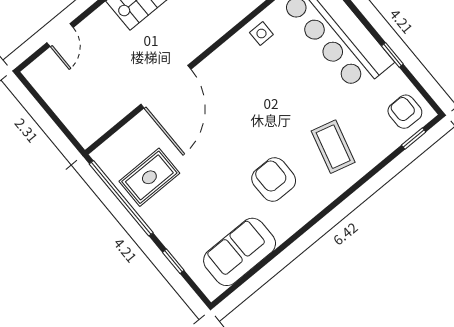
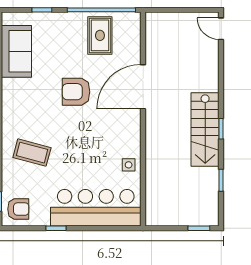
door: (60, 35) -> (221, 29), moved
door: (166, 87) -> (143, 87), hinge flipped
armchair: (274, 179) -> (76, 92), moved, turned 180

